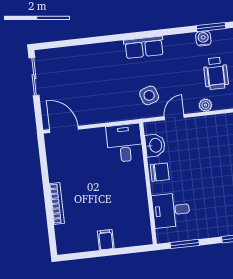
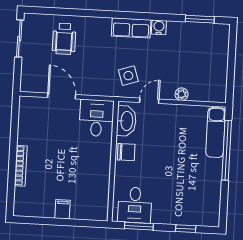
water cooler: (203, 38) -> (159, 27), moved
wheelchair: (216, 73) -> (64, 39), moved
door: (64, 129) -> (62, 96), moved
washbasin: (155, 145) -> (126, 121), width x1.38
desk: (171, 210) -> (135, 205), moved, turned -90

